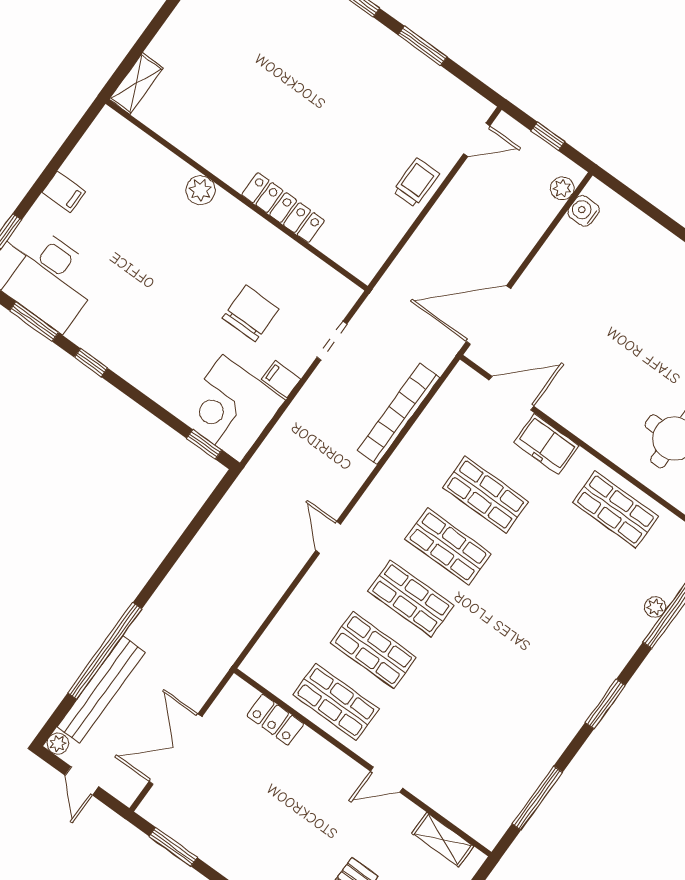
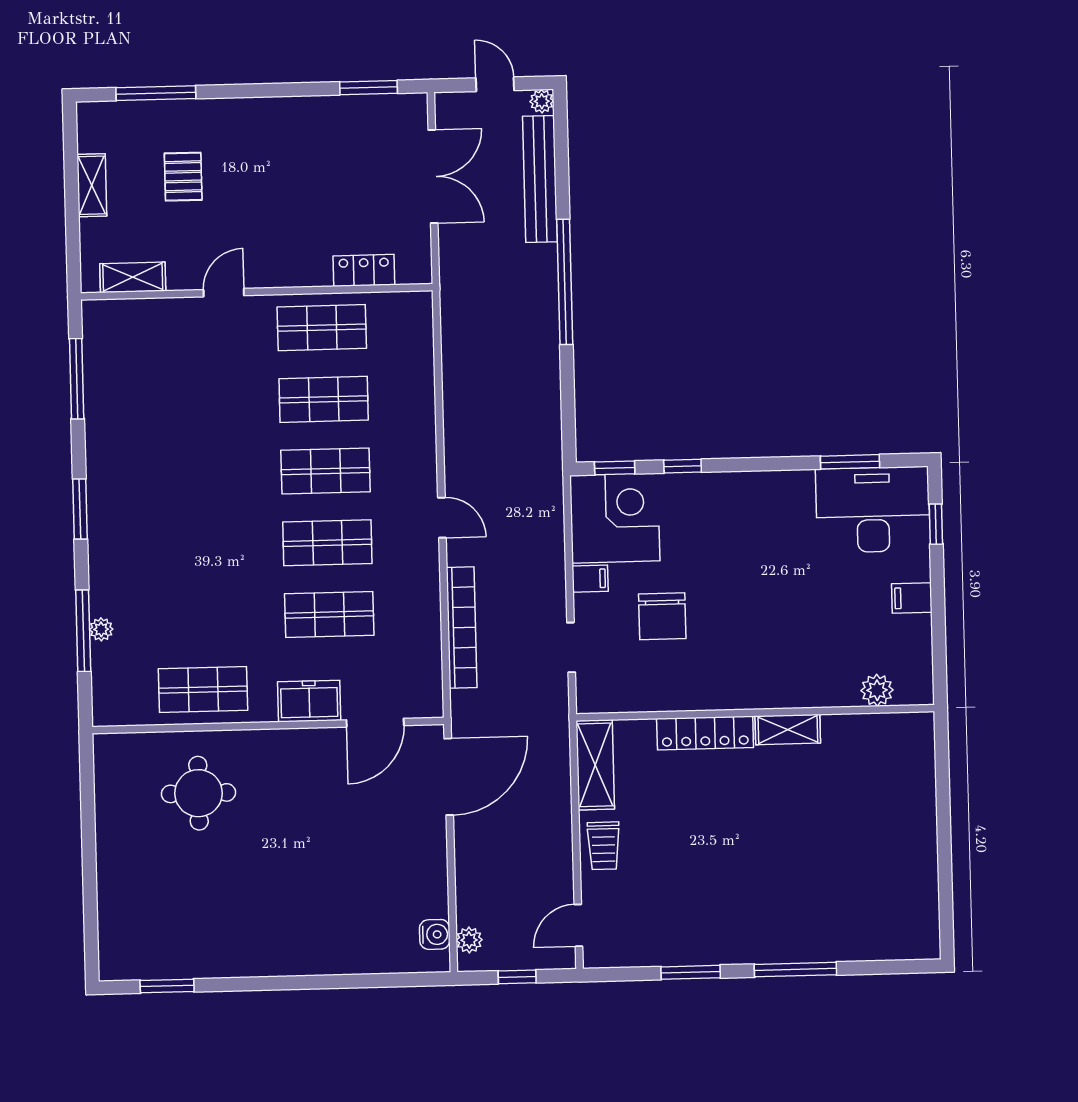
shelving: (136, 84) -> (788, 730), moved, turned 90
plant: (200, 190) -> (877, 690), moved
shelving: (378, 244) -> (595, 765), added
window: (91, 363) -> (683, 466), moved
door: (328, 537) -> (442, 518), moved
window: (105, 651) -> (565, 282), moved

